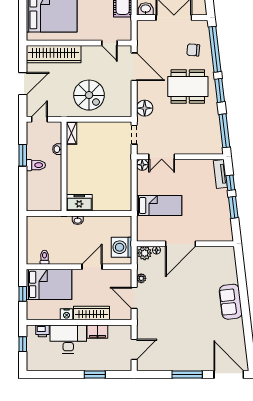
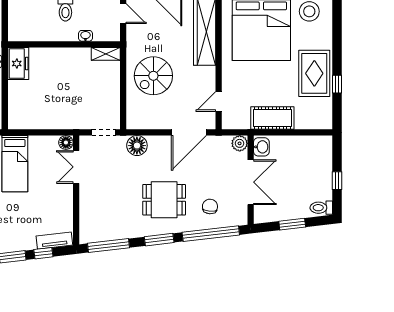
plant: (143, 26) -> (240, 143), added
dining table: (188, 87) -> (164, 200), width x0.73

